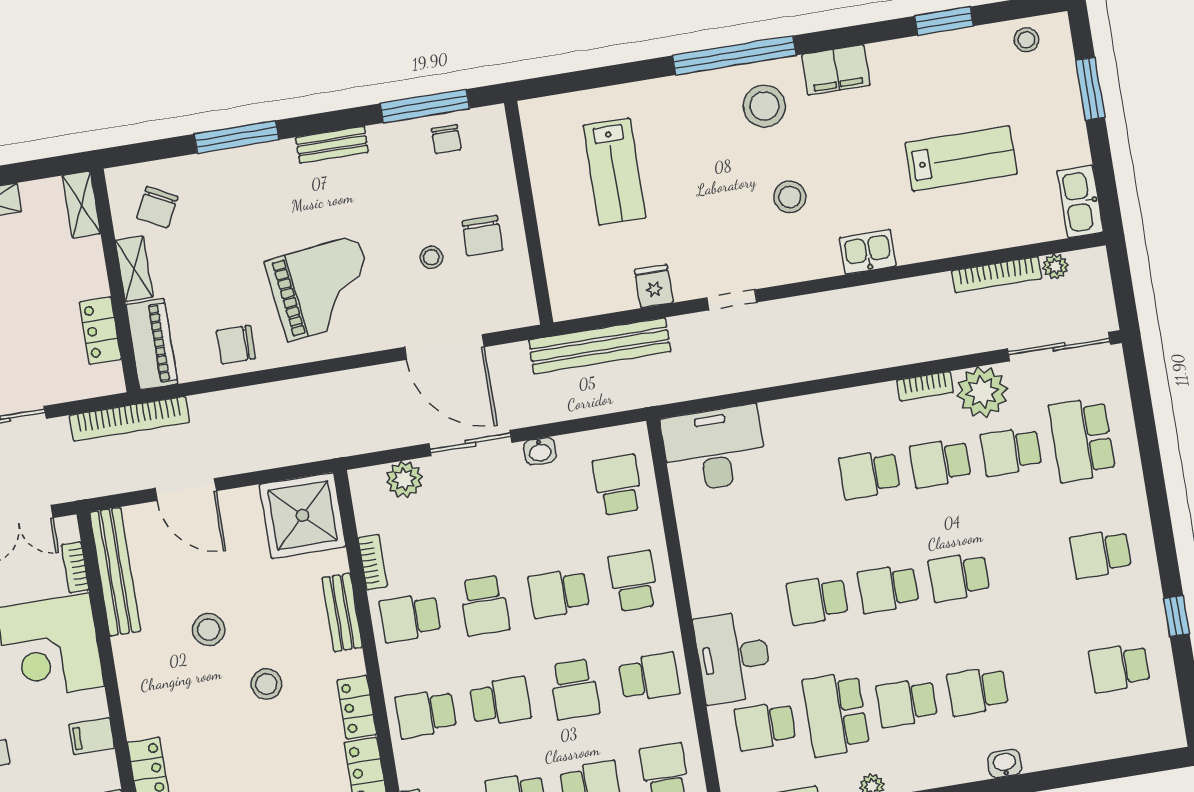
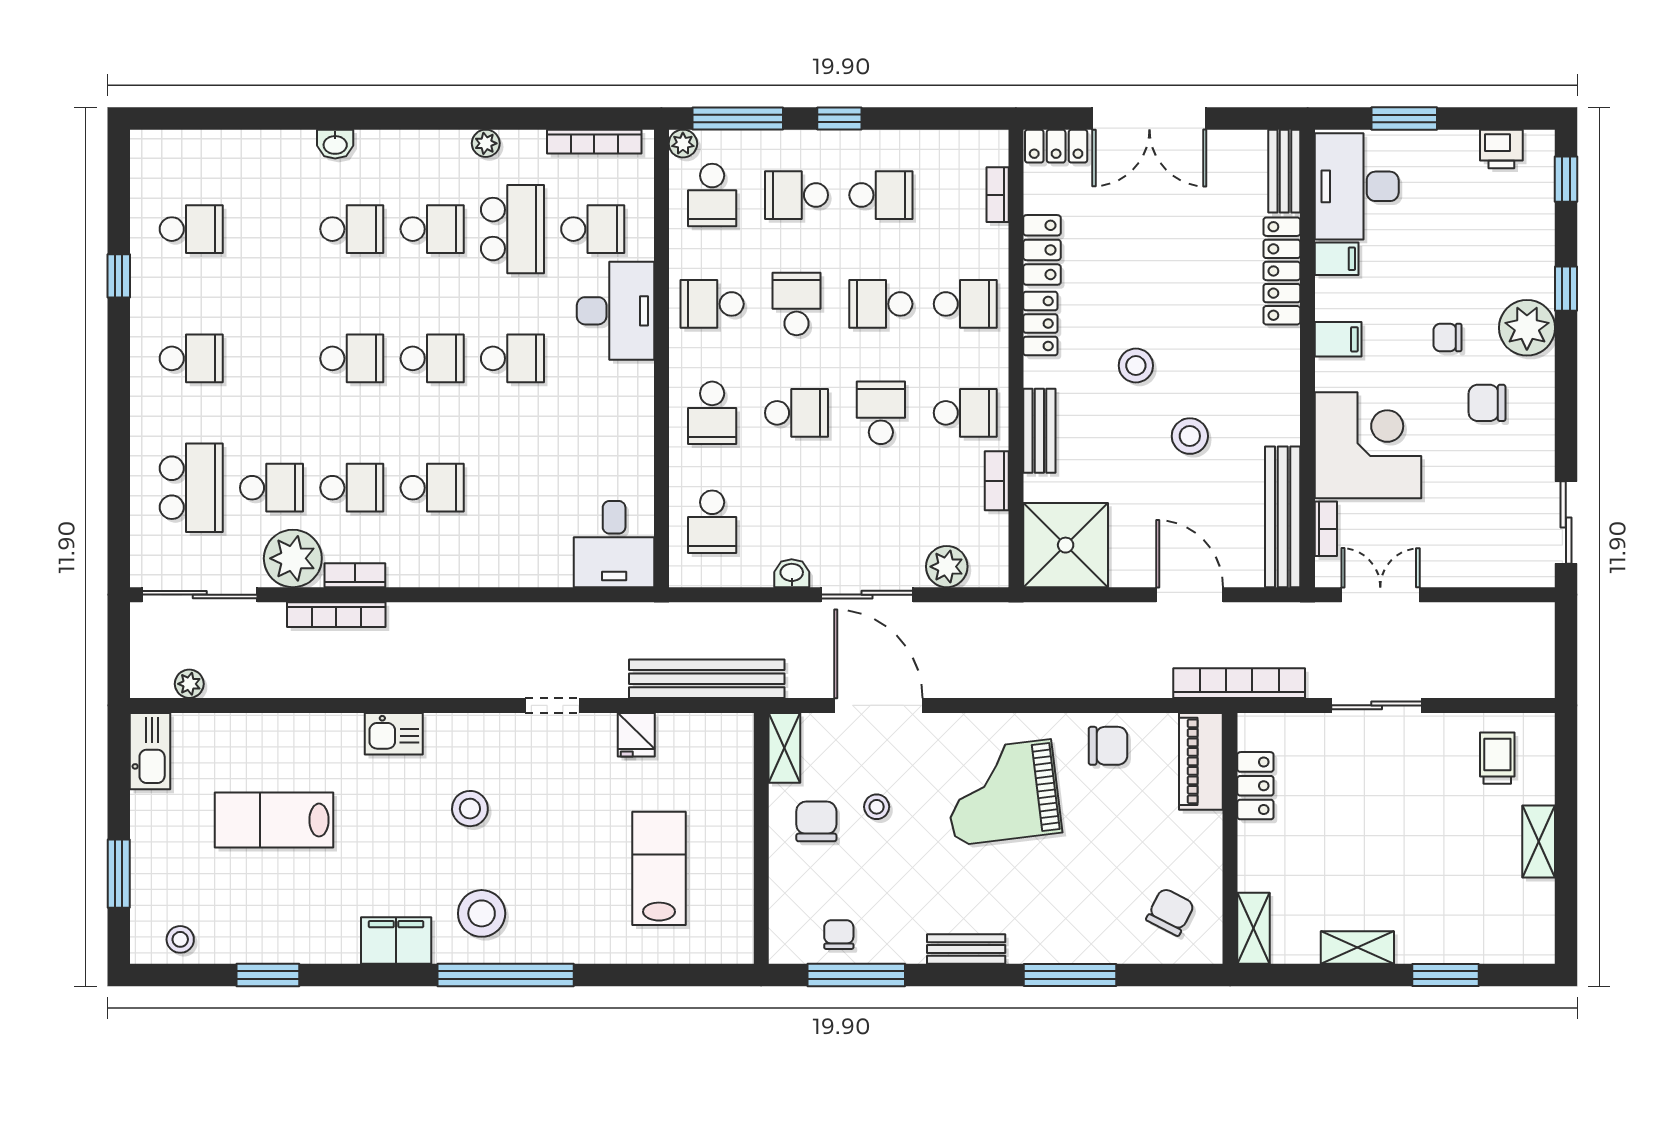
shelving: (134, 269) -> (784, 748), moved
bookcase: (997, 275) -> (336, 615), moved, turned 180
desk: (714, 449) -> (614, 544), width x0.73

